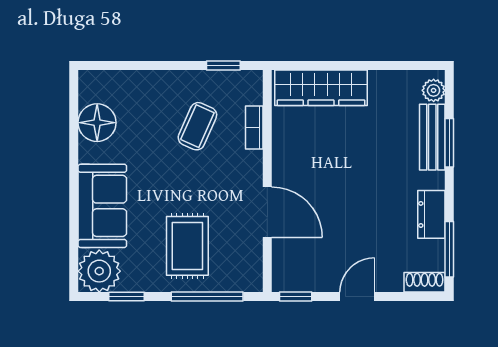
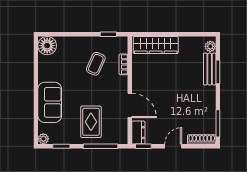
floor lamp: (97, 123) -> (47, 46), moved
dresser: (431, 214) -> (138, 133), moved, turned 180
plant: (99, 271) -> (43, 139), width x0.53, depth x0.53
shoe rack: (425, 282) -> (202, 139), width x1.43

